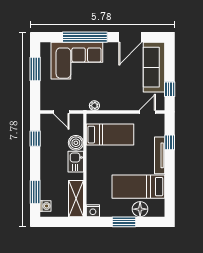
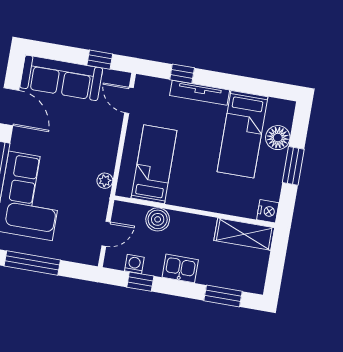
window: (35, 69) -> (32, 263), width x1.44
kitchen sink: (76, 162) -> (180, 268), moved, turned 180
washing machine: (45, 206) -> (134, 264), moved

